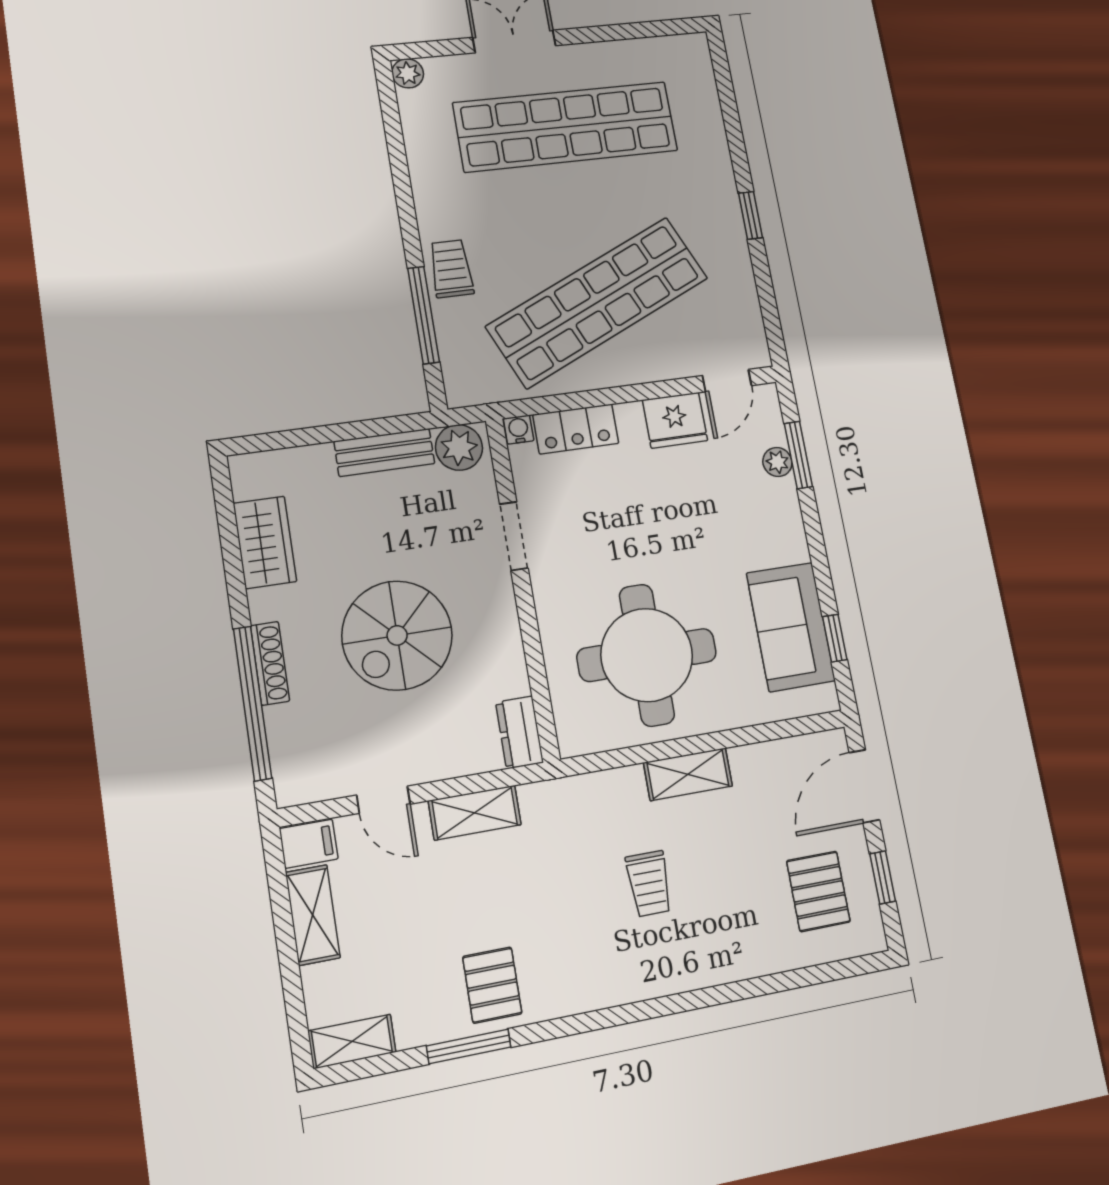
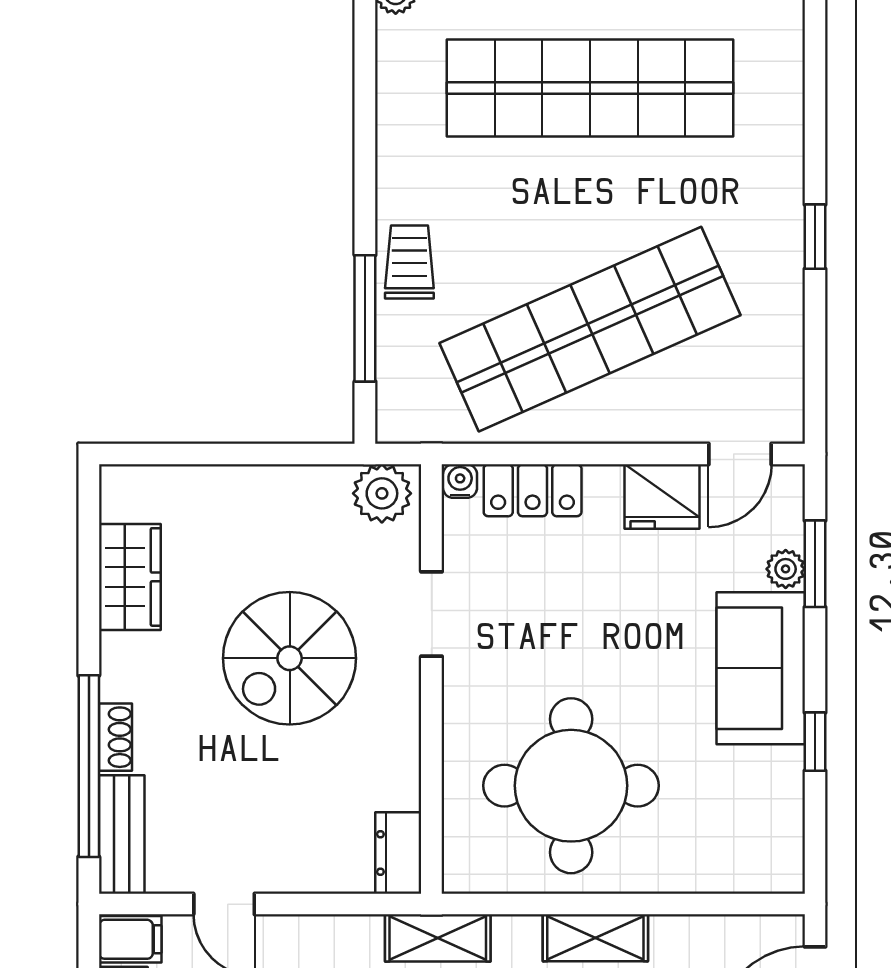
bench: (384, 452) -> (122, 834), moved, turned 90
sofa: (791, 627) -> (761, 668), moved
spiral stairs: (397, 635) -> (290, 658), moved
window: (835, 638) -> (815, 742), moved
shoe rack: (270, 663) -> (116, 737), width x0.70
shelving: (475, 813) -> (438, 938), moved

